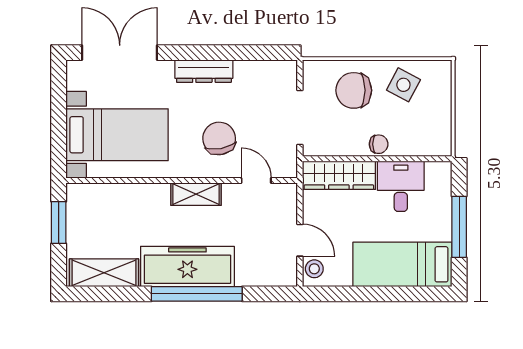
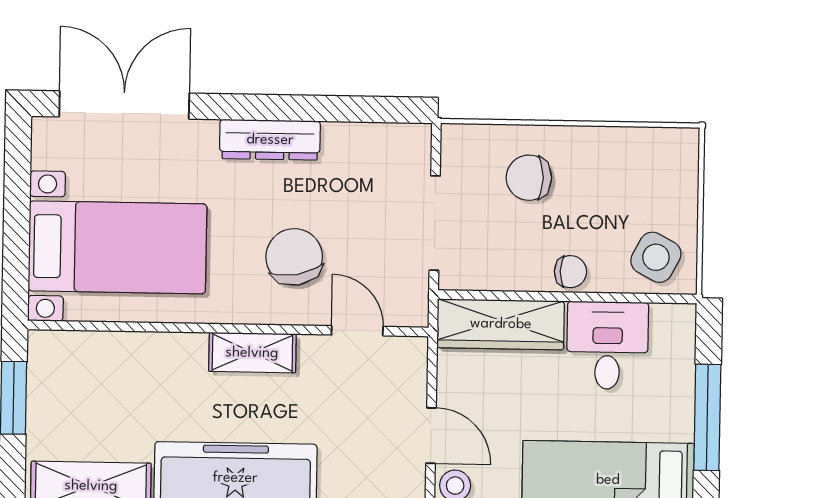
side table: (403, 85) -> (656, 257), moved
chair: (354, 90) -> (529, 178), width x0.73, depth x0.73

